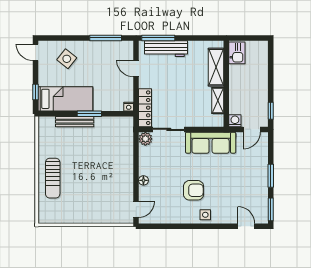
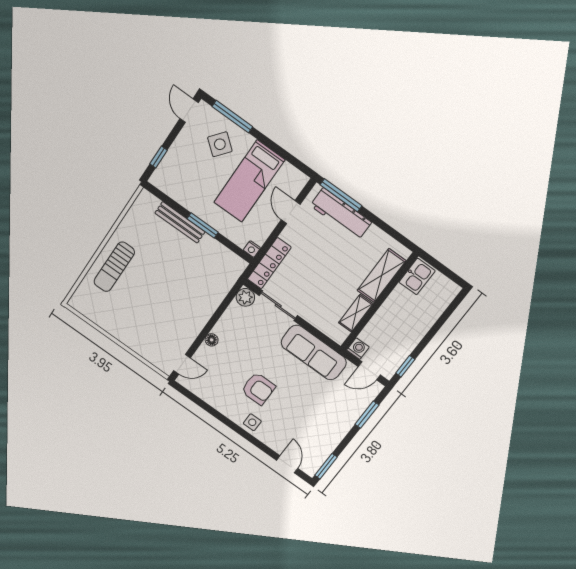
window: (106, 38) -> (232, 117), moved
bed: (65, 99) -> (249, 181), moved, turned 90
window: (271, 176) -> (367, 415), moved

